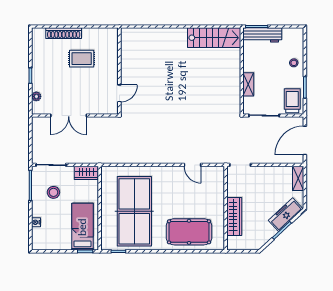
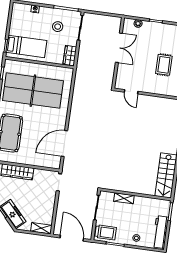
workbench: (262, 35) -> (160, 232), moved
double door: (69, 115) -> (119, 48), swing flipped
door: (193, 165) -> (64, 144), width x1.88

